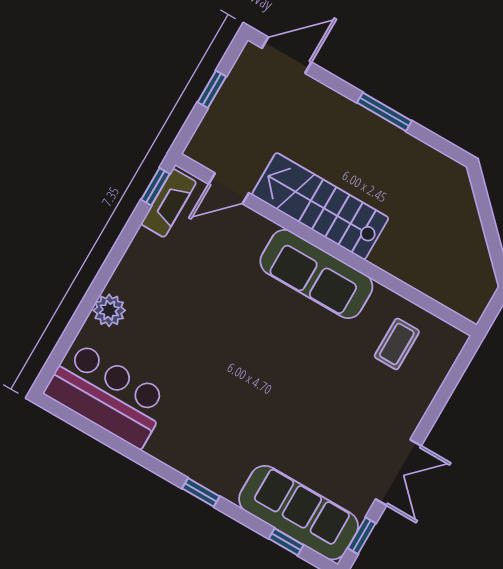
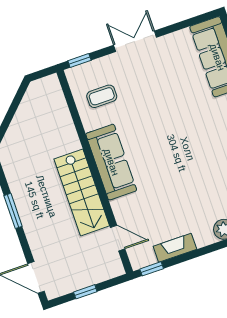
fireplace: (169, 203) -> (175, 248), moved
double door: (398, 472) -> (135, 41), moved
window: (362, 536) -> (79, 61), moved

